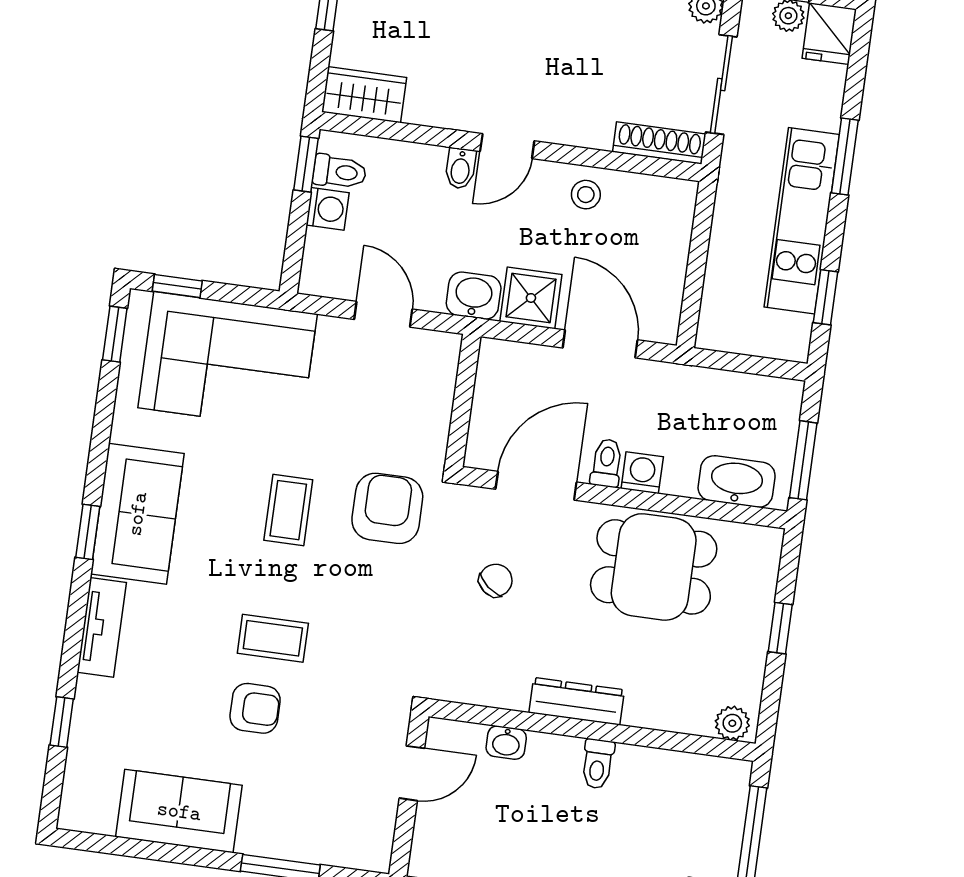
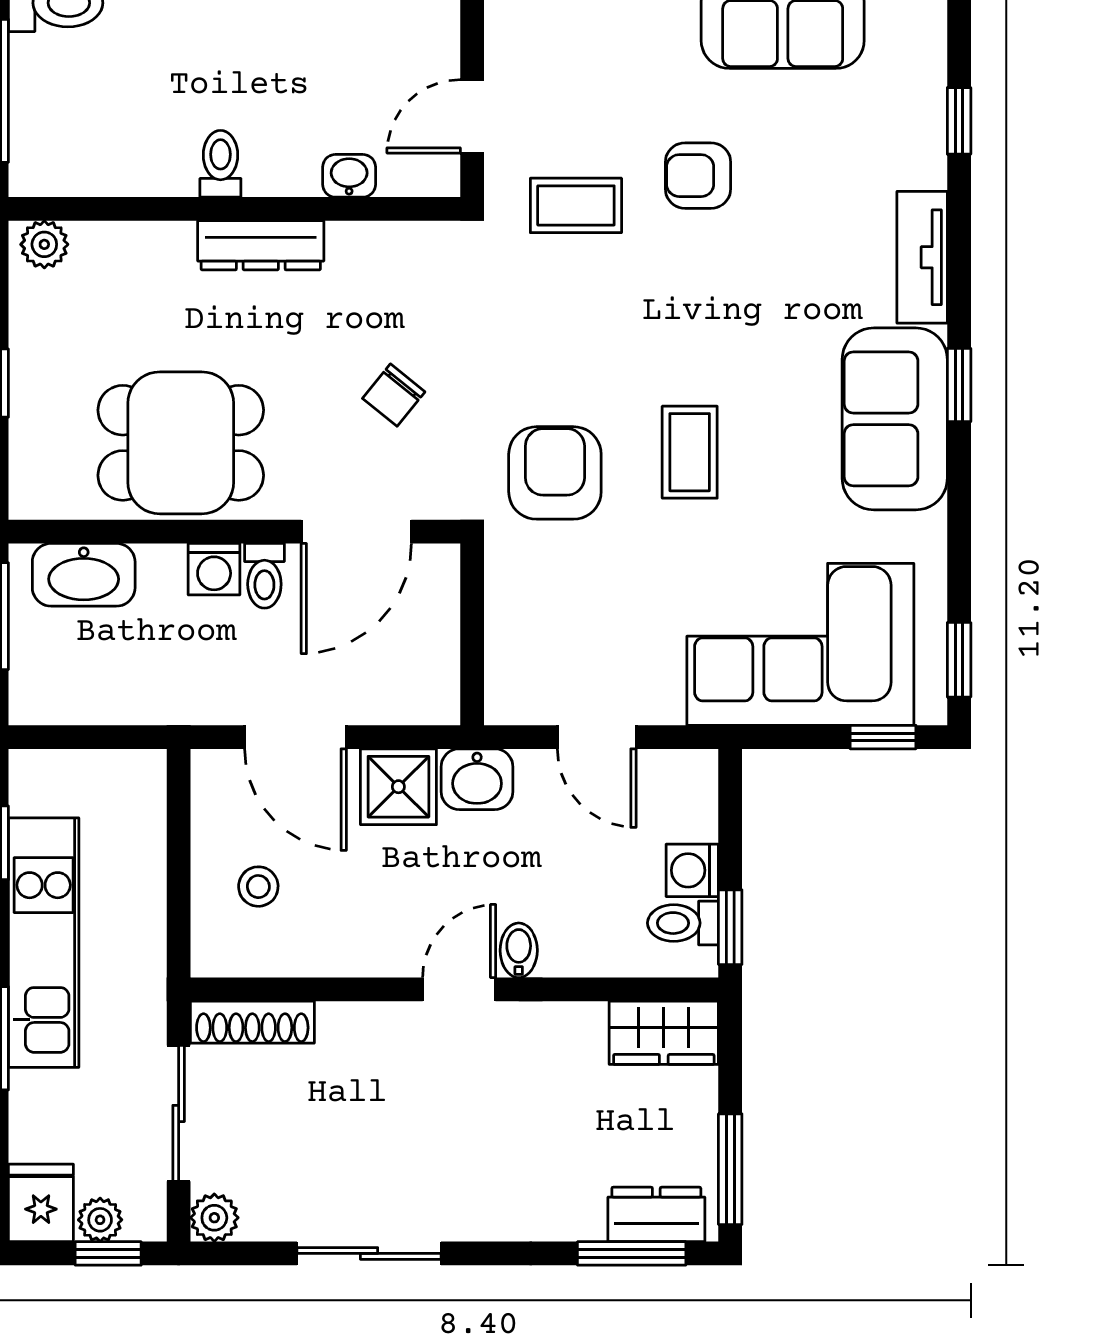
stool: (586, 195) -> (258, 887), moved
armchair: (387, 508) -> (555, 473), turned 180
coffee table: (273, 638) -> (576, 205), moved

